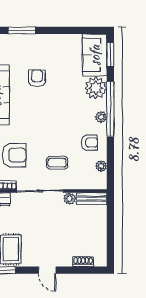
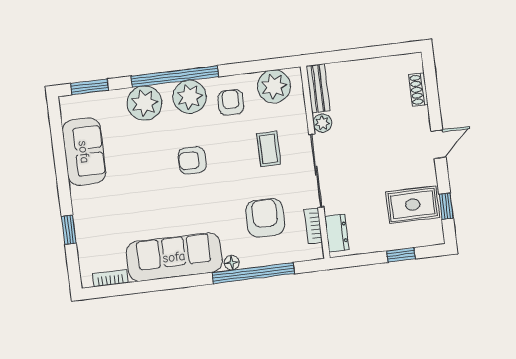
window: (22, 30) -> (69, 230), width x0.67
sofa: (95, 55) -> (84, 152), moved, turned -90
armchair: (37, 78) -> (192, 160), moved
plant: (101, 117) -> (190, 97), width x1.88, depth x1.88
plant: (101, 166) -> (274, 86), width x1.88, depth x1.88

